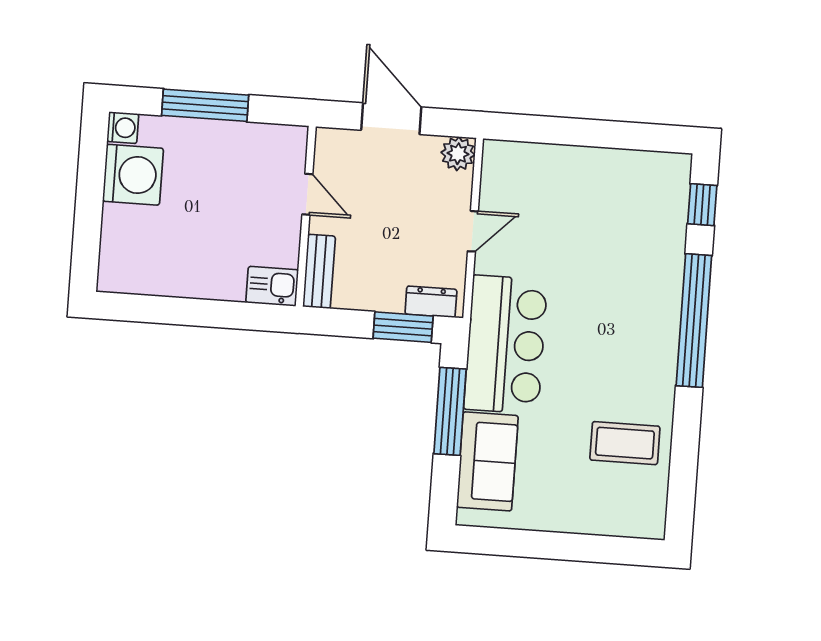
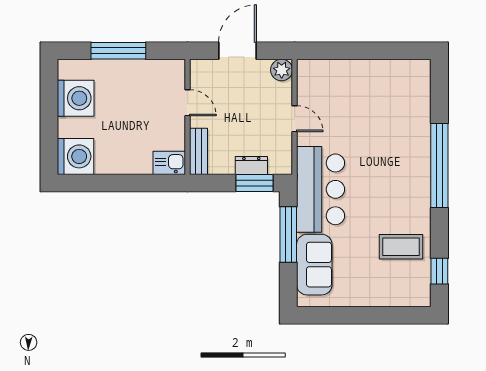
door: (391, 119) -> (238, 51), hinge flipped
washing machine: (123, 128) -> (76, 156), moved, width x1.89, depth x1.89
window: (702, 205) -> (439, 271), moved
door: (473, 231) -> (295, 119), hinge flipped
dresser: (431, 302) -> (251, 166), moved

